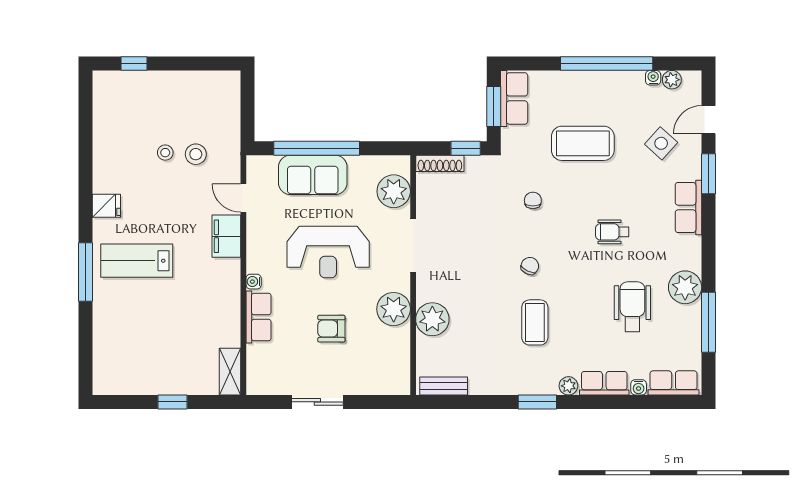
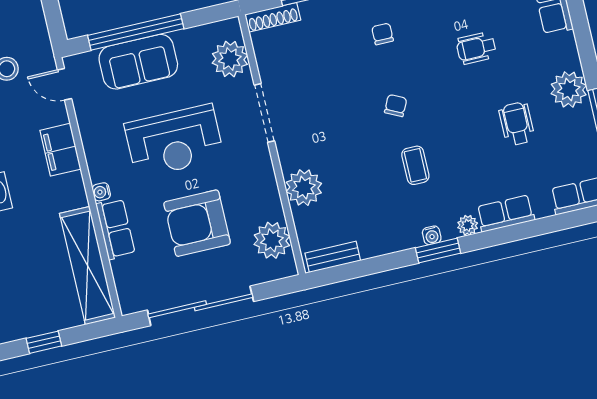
door: (243, 198) -> (64, 84), moved
wheelchair: (632, 307) -> (517, 124), width x0.73, depth x0.73
plant: (394, 309) -> (272, 240), moved
coffee table: (535, 322) -> (415, 165), width x0.73, depth x0.77
armchair: (331, 329) -> (197, 223), width x1.88, depth x1.88
shelving: (230, 372) -> (88, 266), width x2.20, depth x1.33
water cooler: (639, 387) -> (432, 235), moved
sliding door: (317, 402) -> (200, 306), width x1.86

